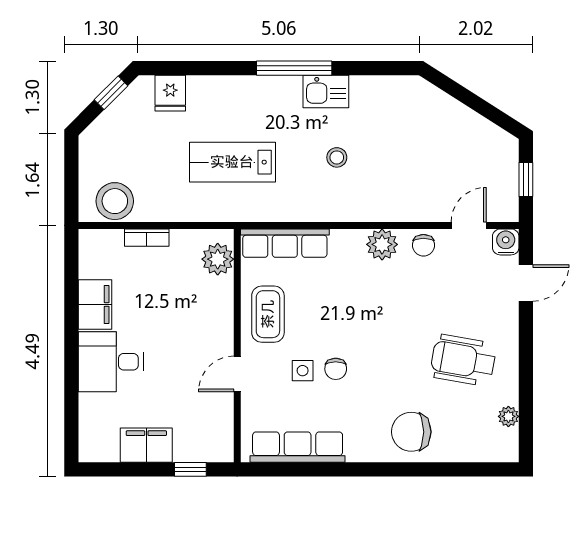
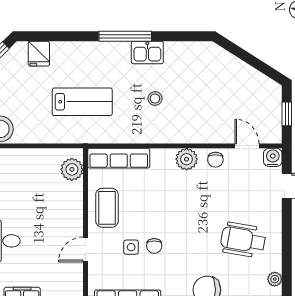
lab bench: (232, 162) -> (82, 102), turned 180
door: (469, 225) -> (247, 146), hinge flipped
bookcase: (147, 238) -> (22, 154), removed

